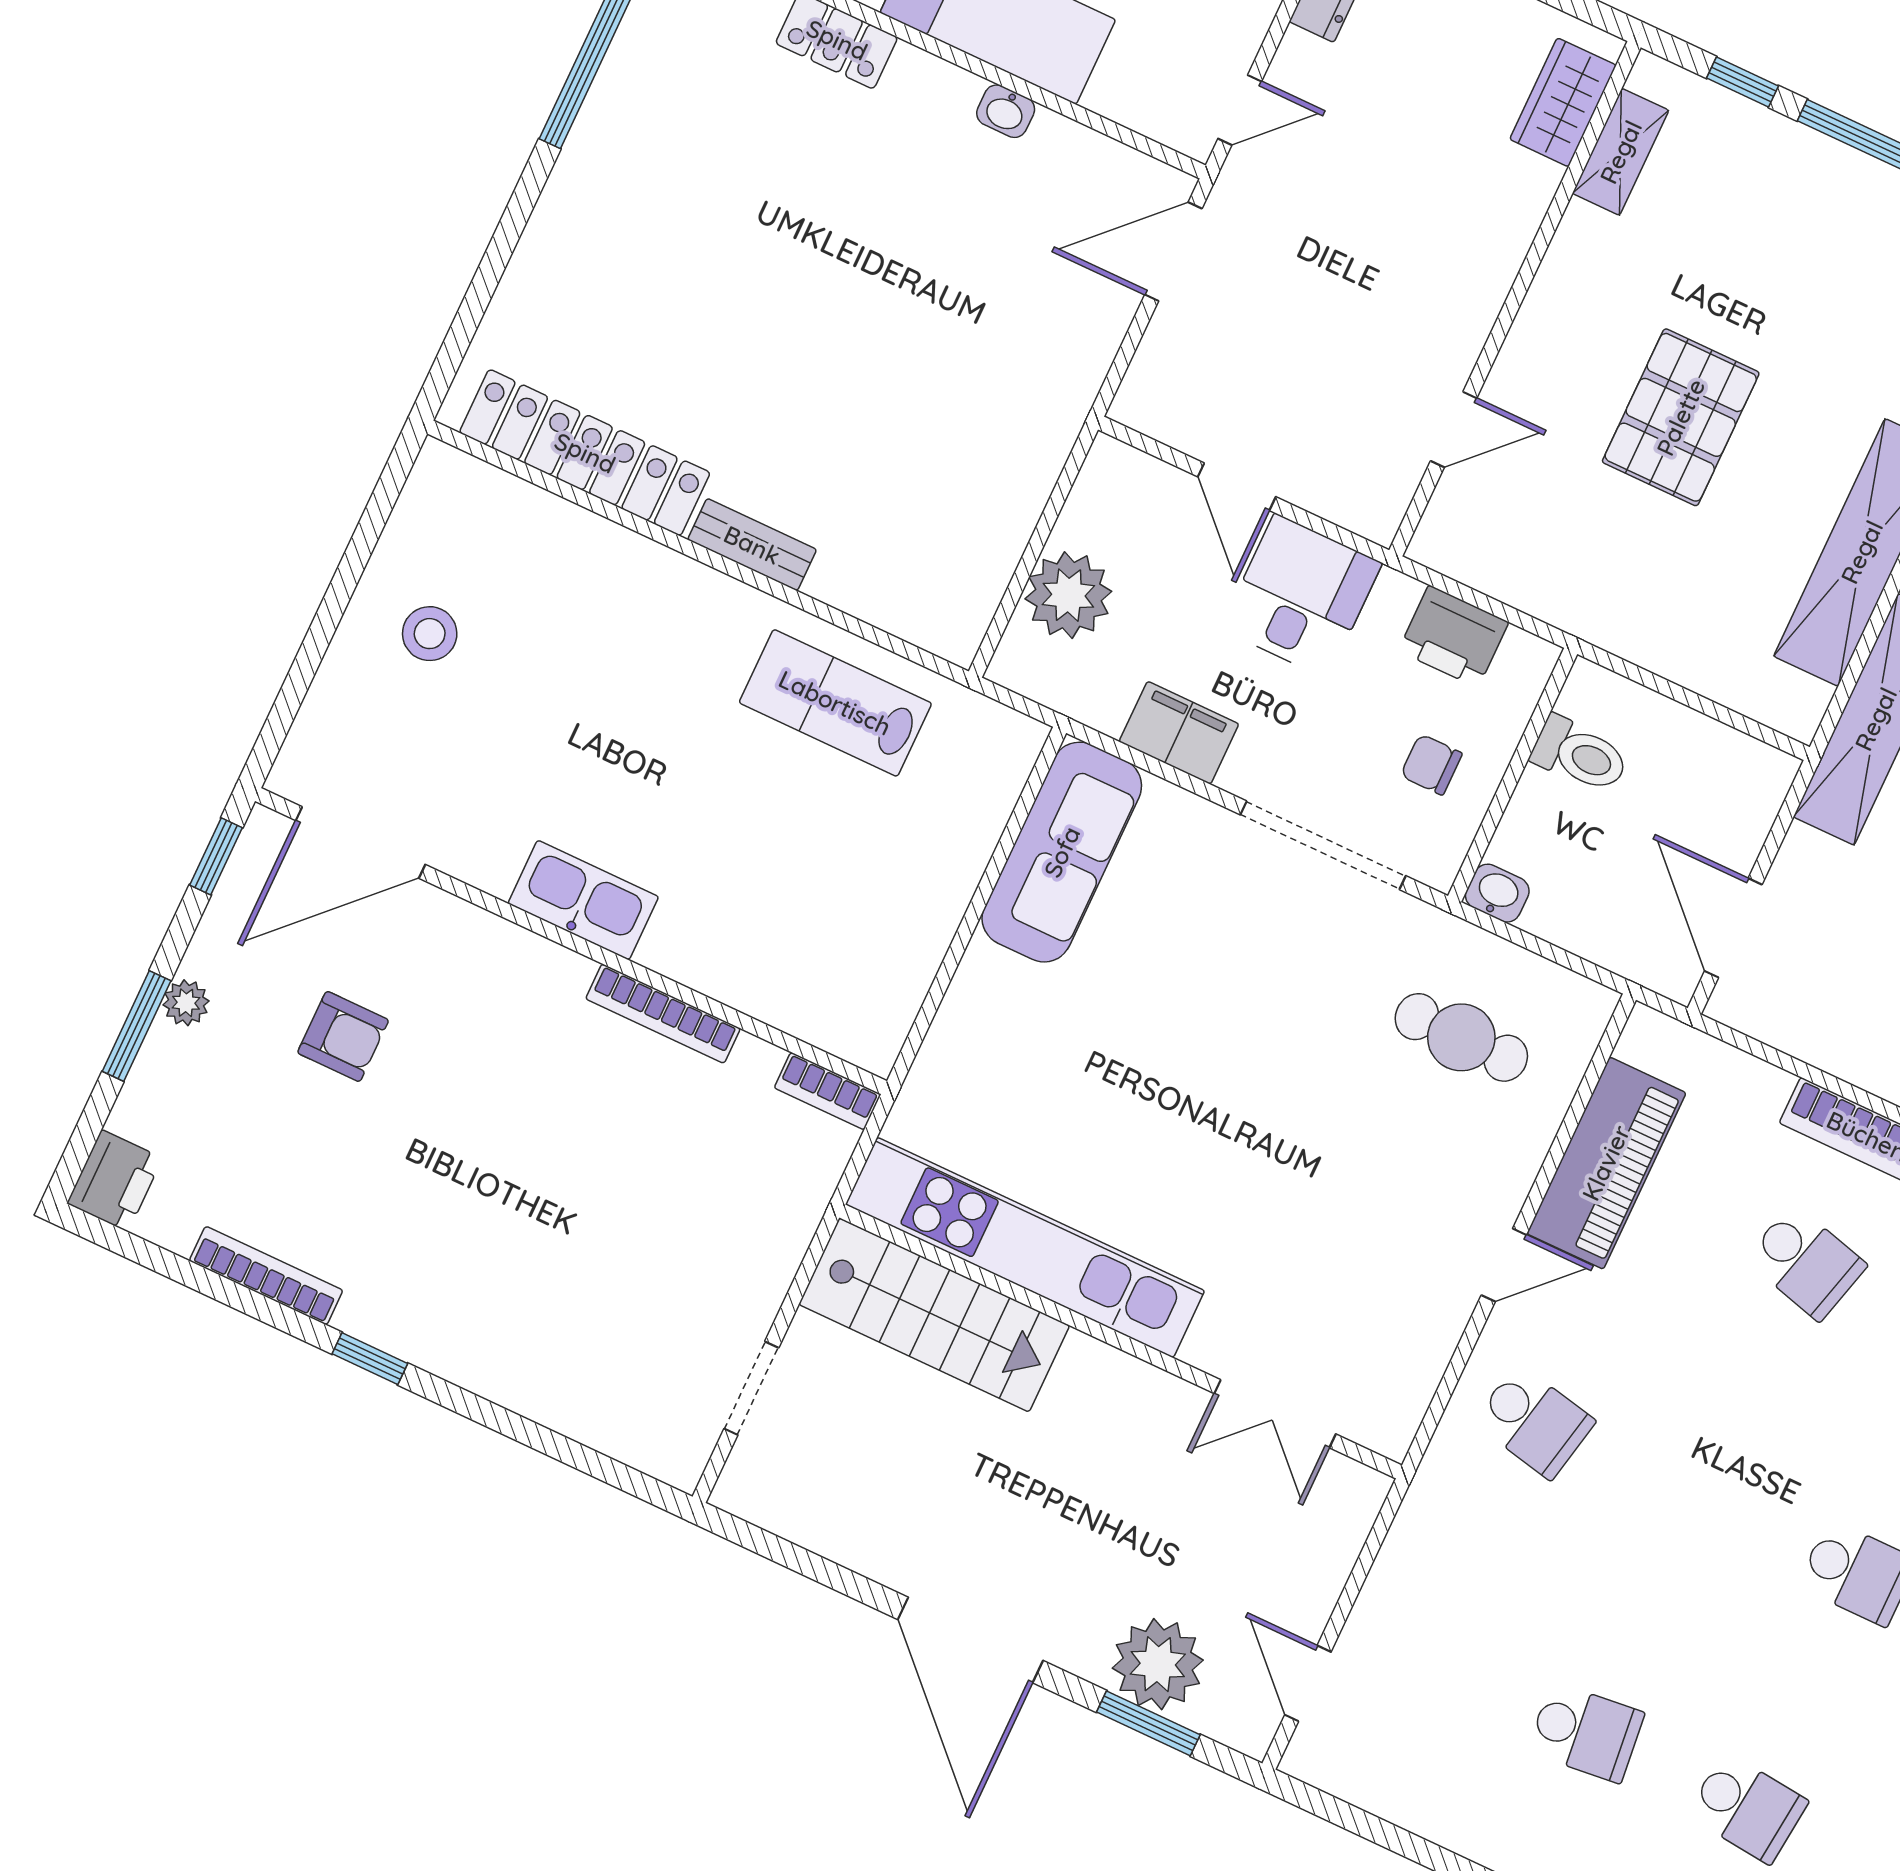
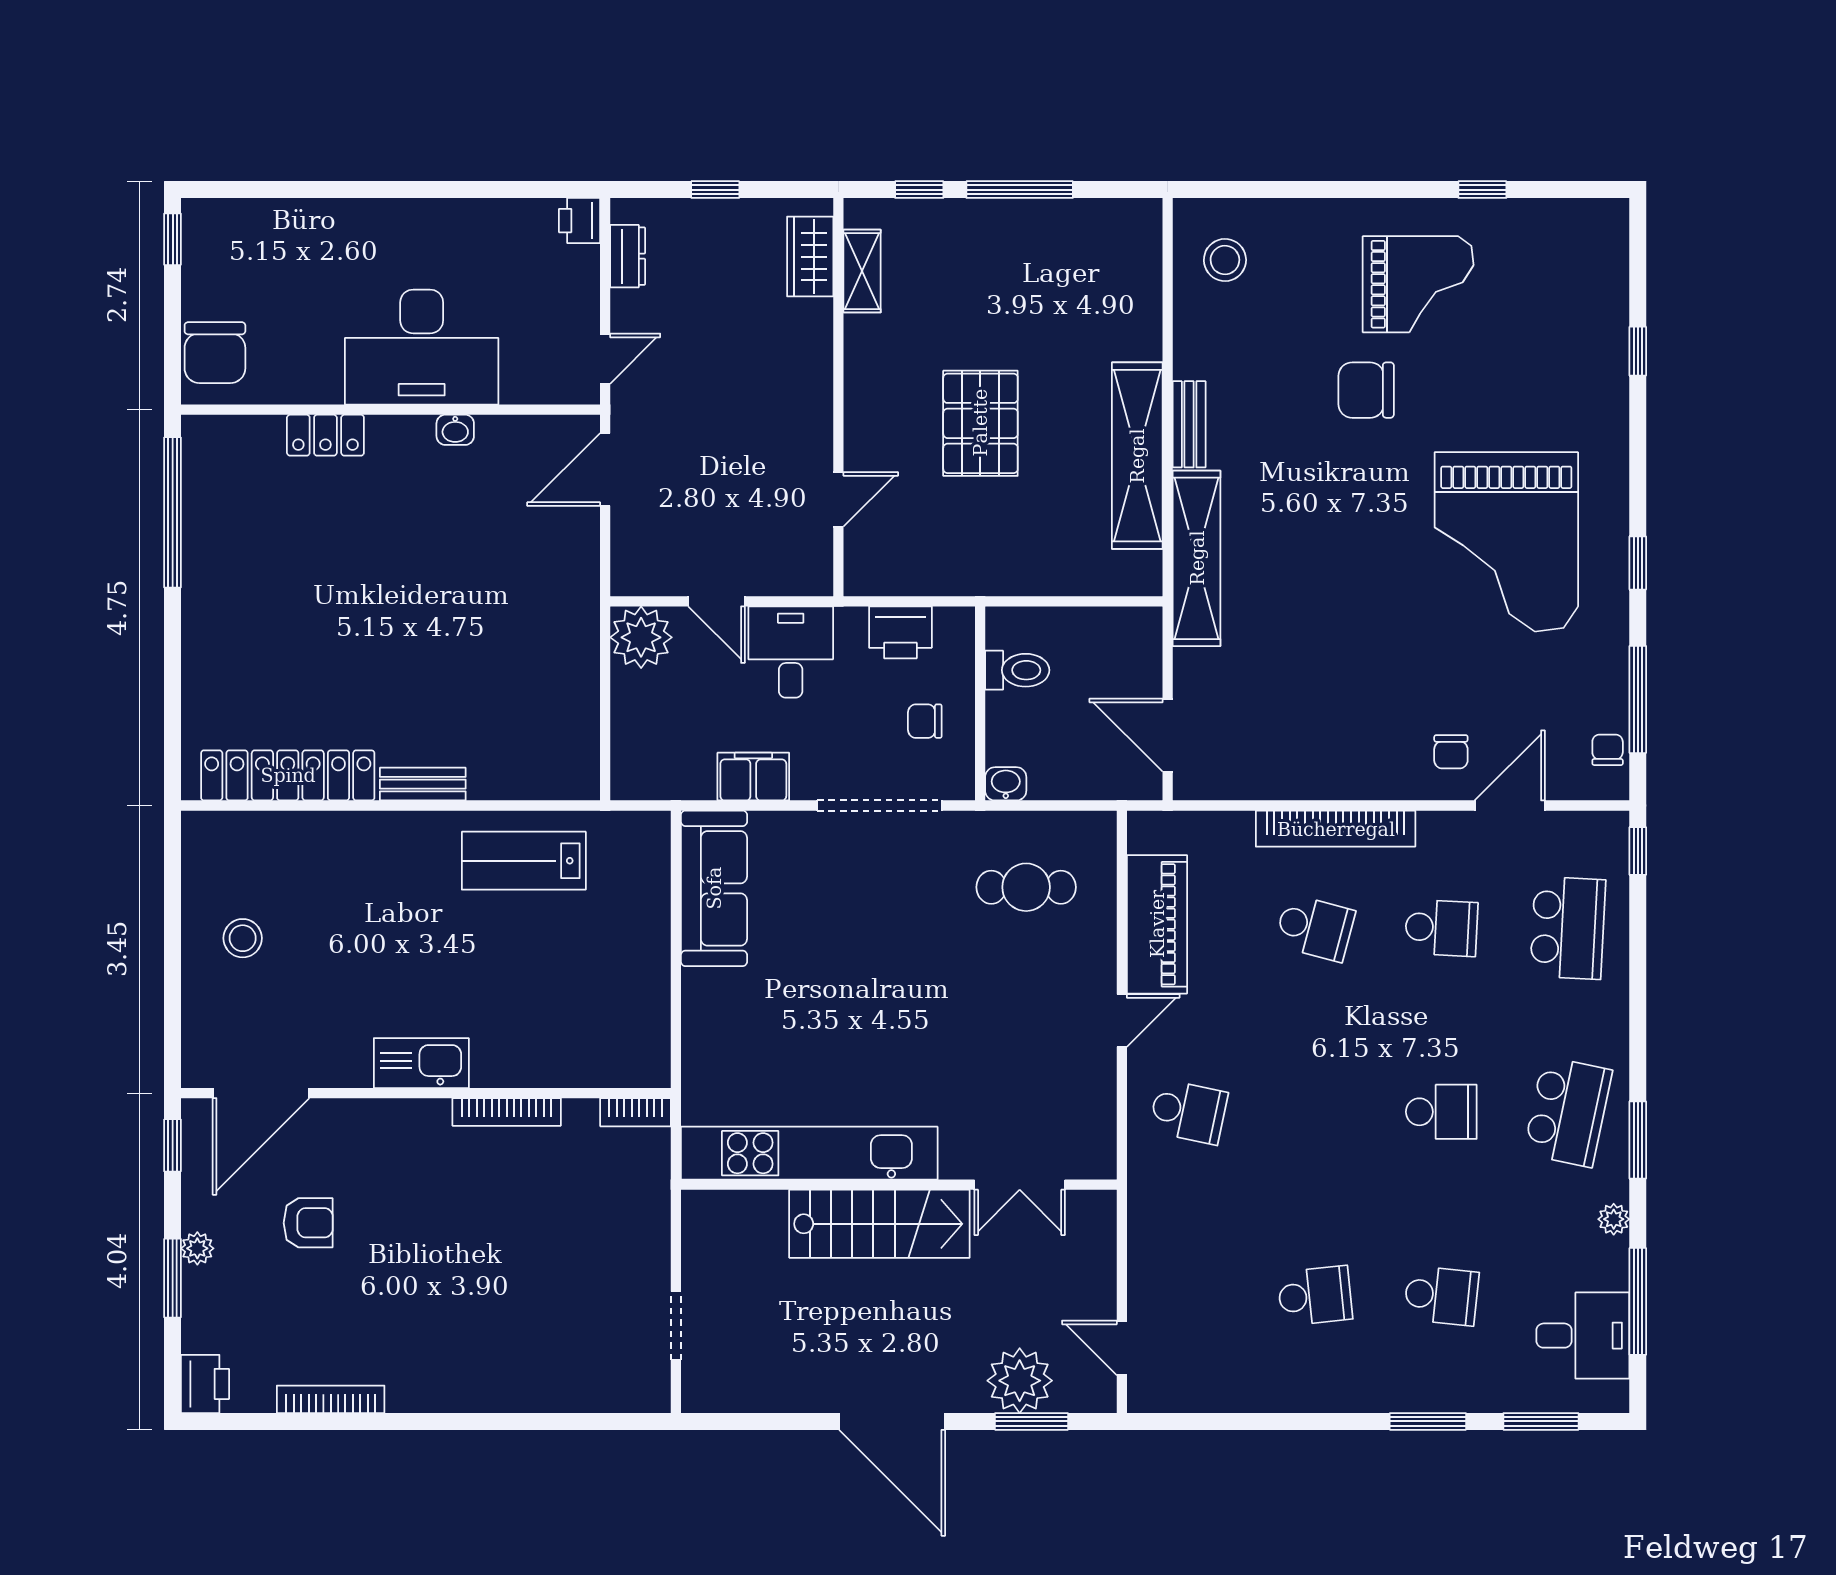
plant: (1068, 595) -> (641, 637), moved
stairs: (934, 1315) -> (879, 1224), moved
window: (370, 1359) -> (422, 1421), removed

